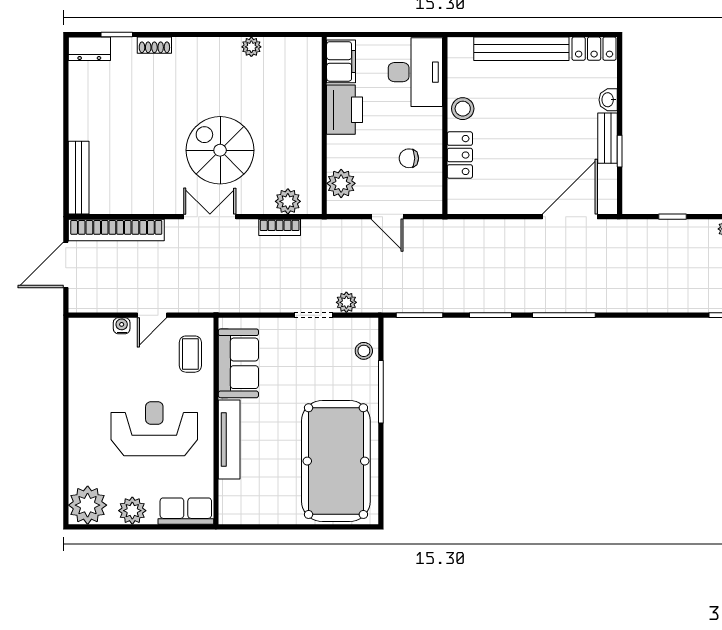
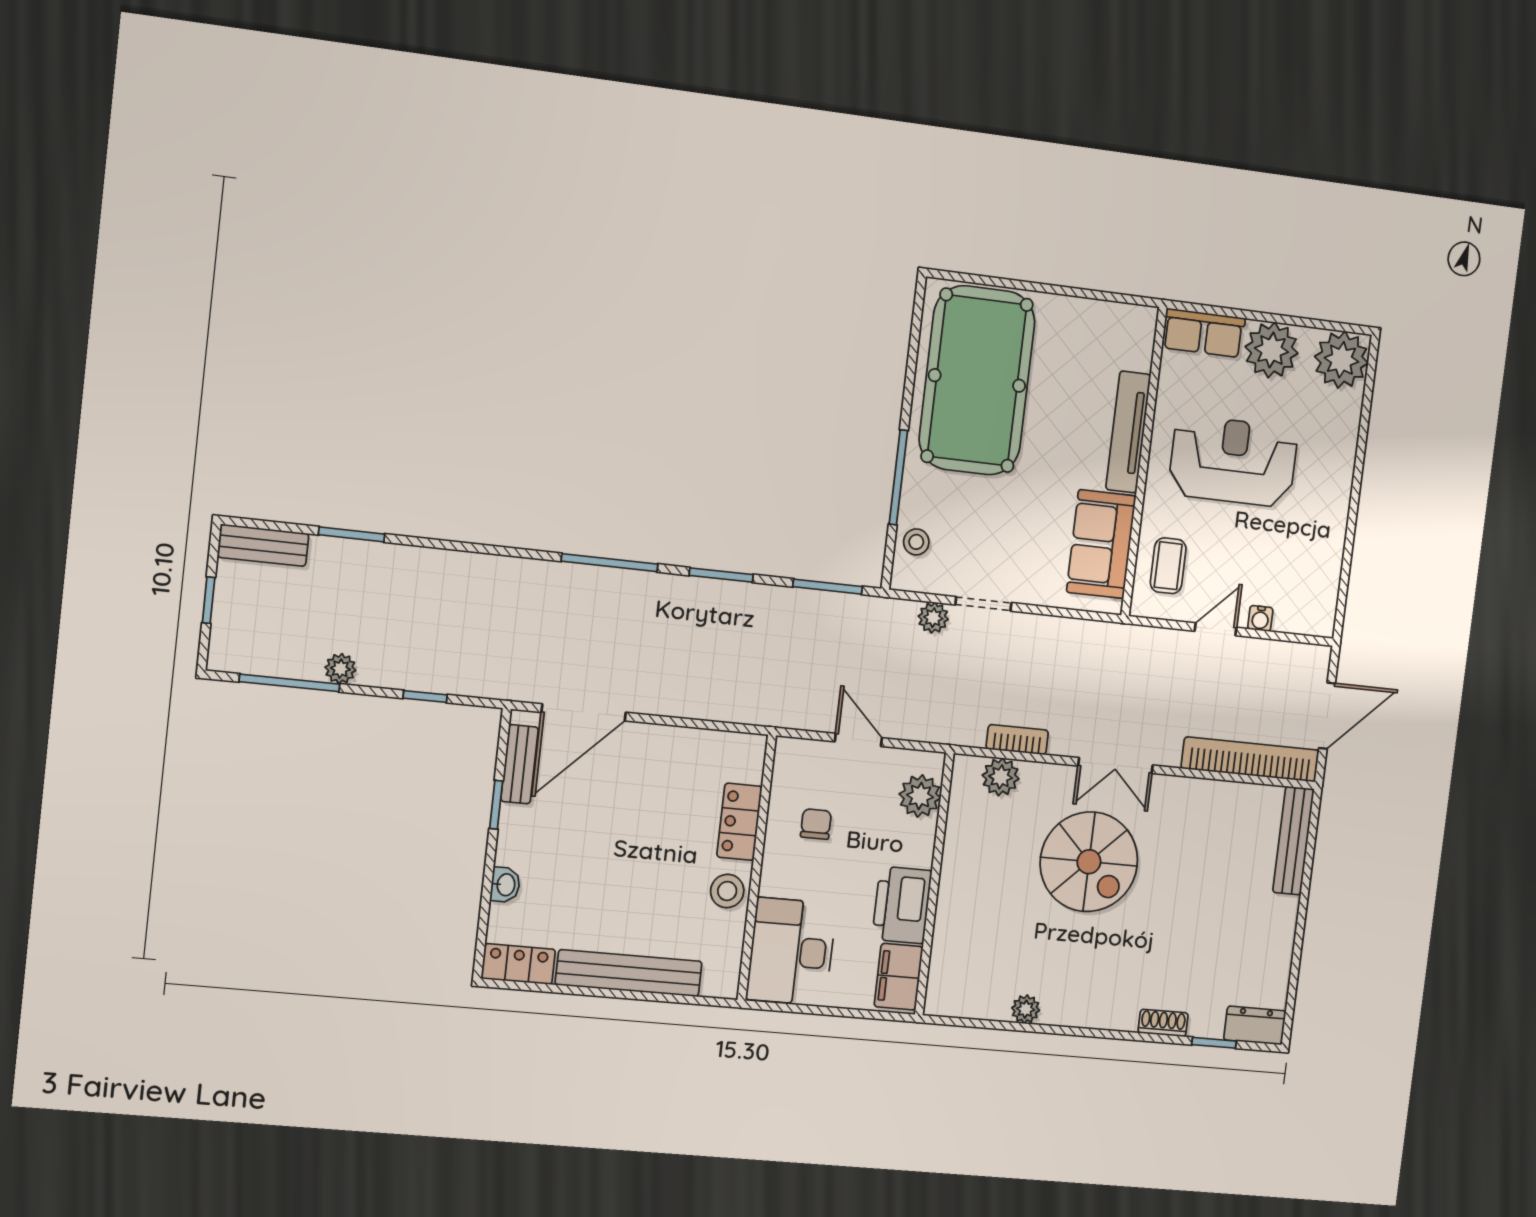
bench: (608, 138) -> (519, 764), moved
chair: (409, 158) -> (816, 824), turned -90
reception desk: (154, 429) -> (1233, 461), turned 180
plant: (132, 511) -> (1272, 350), width x1.36, depth x1.36

